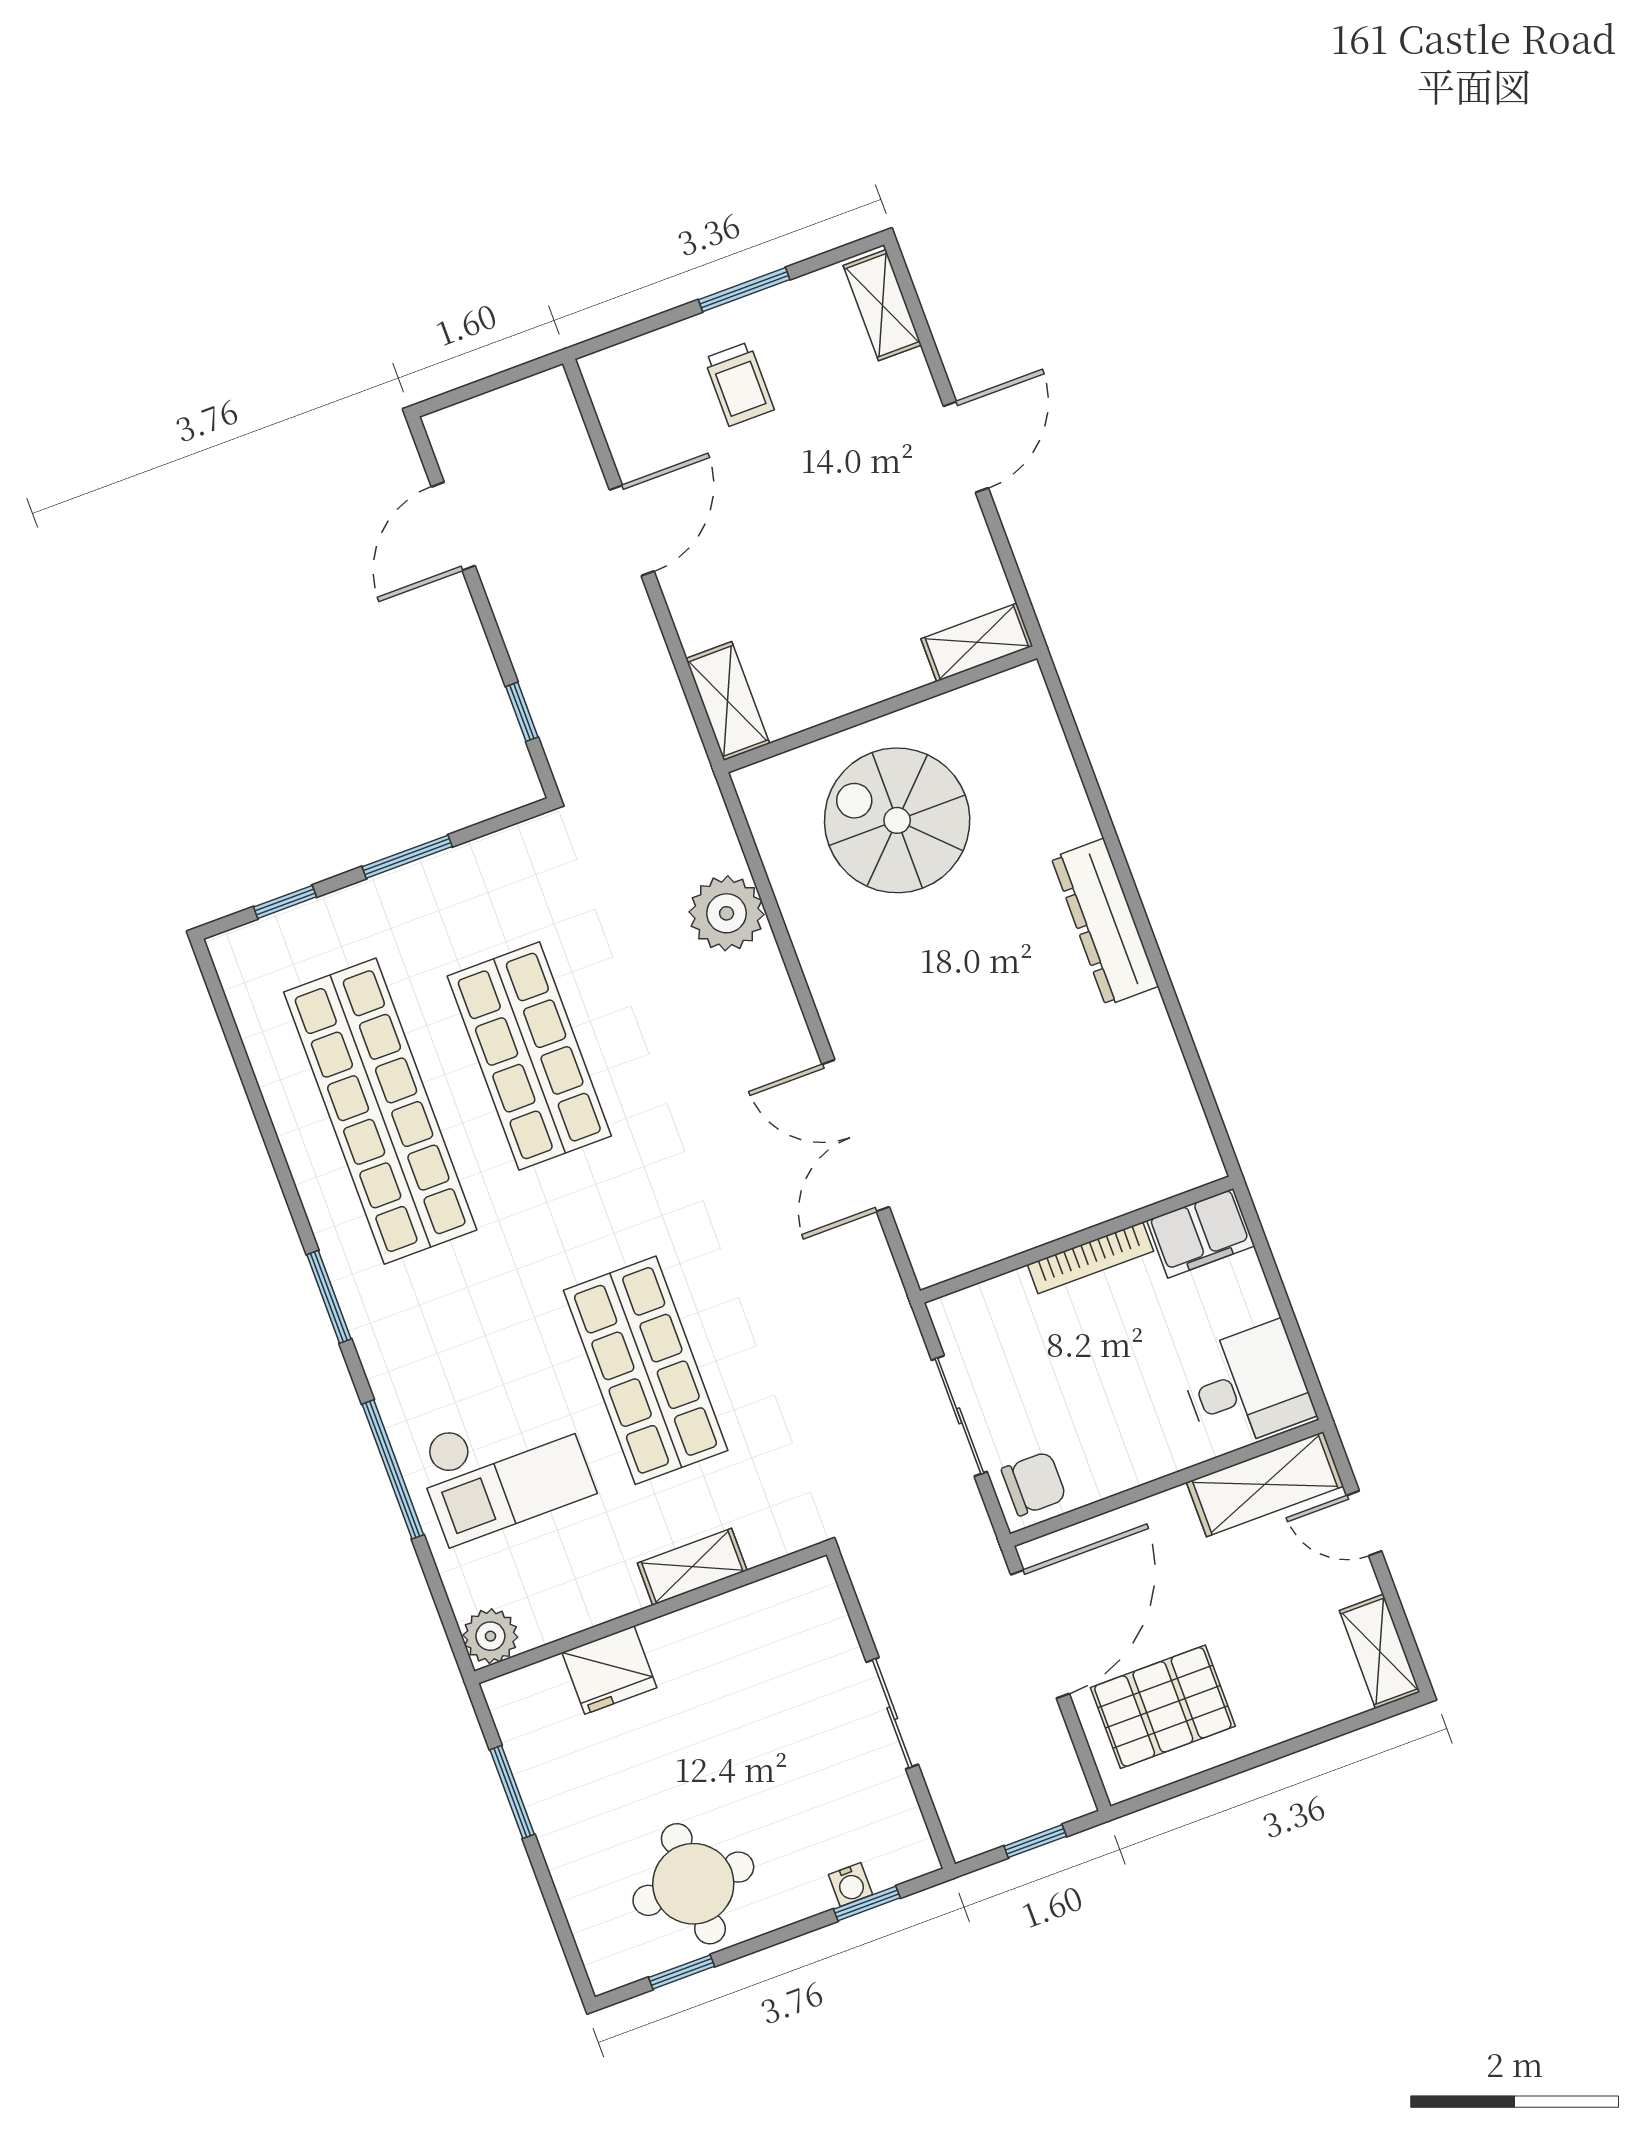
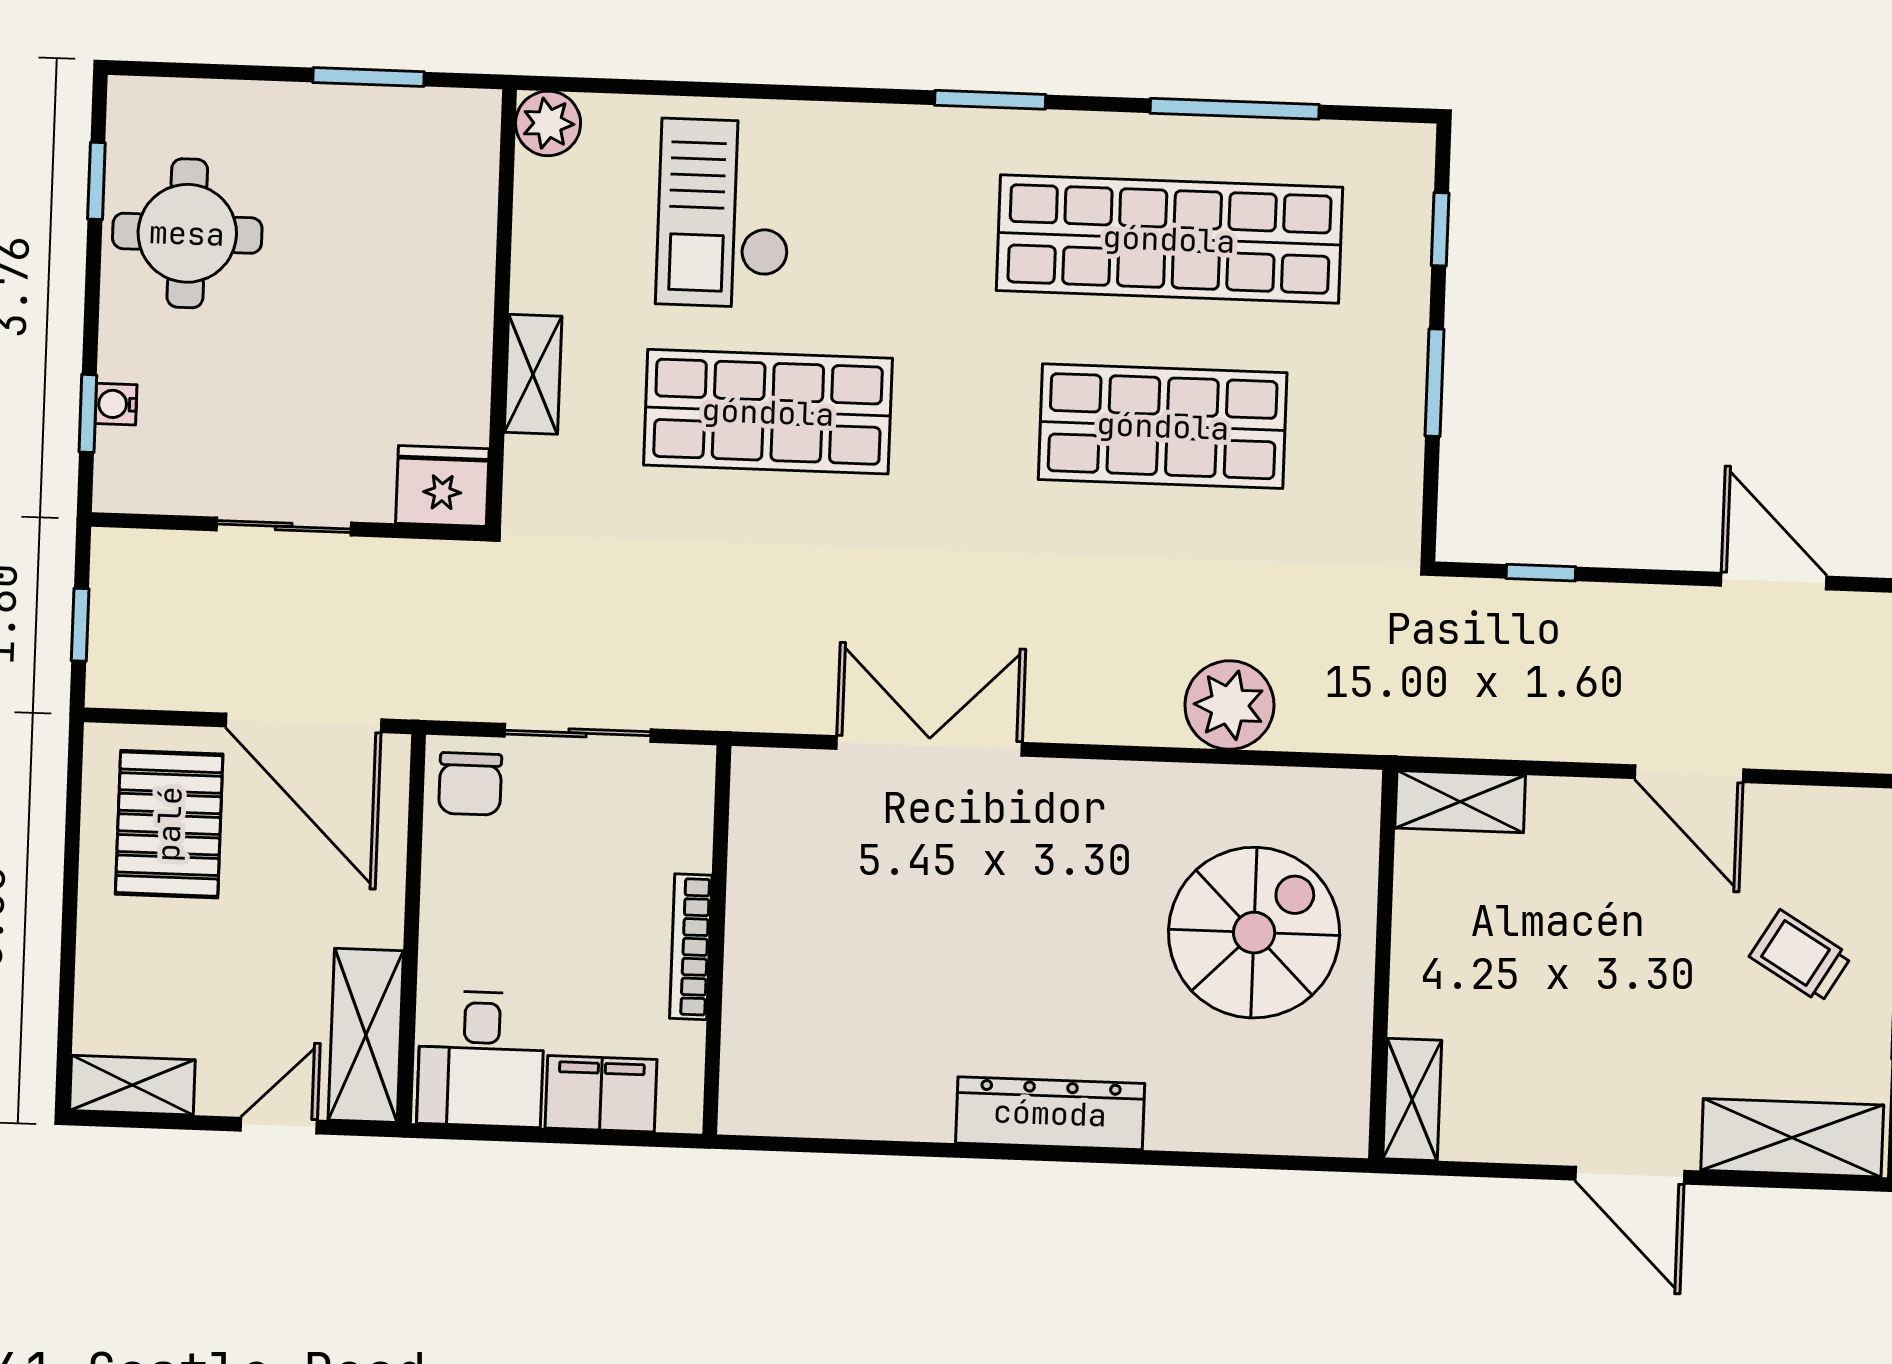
shelving: (882, 305) -> (1792, 1138), width x1.50, depth x1.33
trolley: (739, 384) -> (1800, 956), turned 31
filing cabinet: (1201, 1233) -> (601, 1094), moved, turned 90
window: (393, 1469) -> (1235, 109), moved
fridge: (609, 1670) -> (442, 486), moved, turned 90

